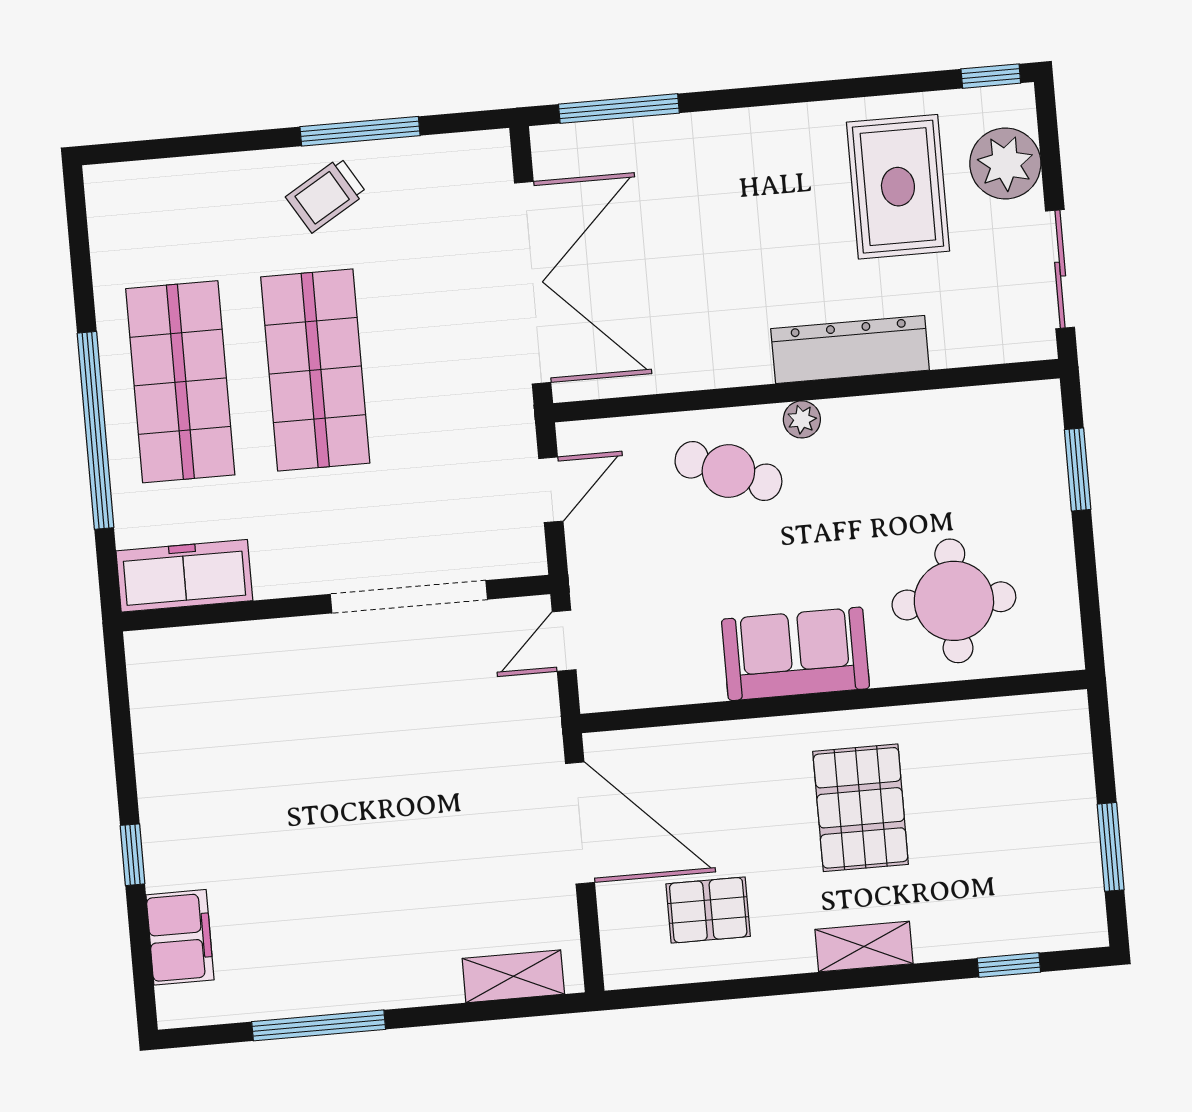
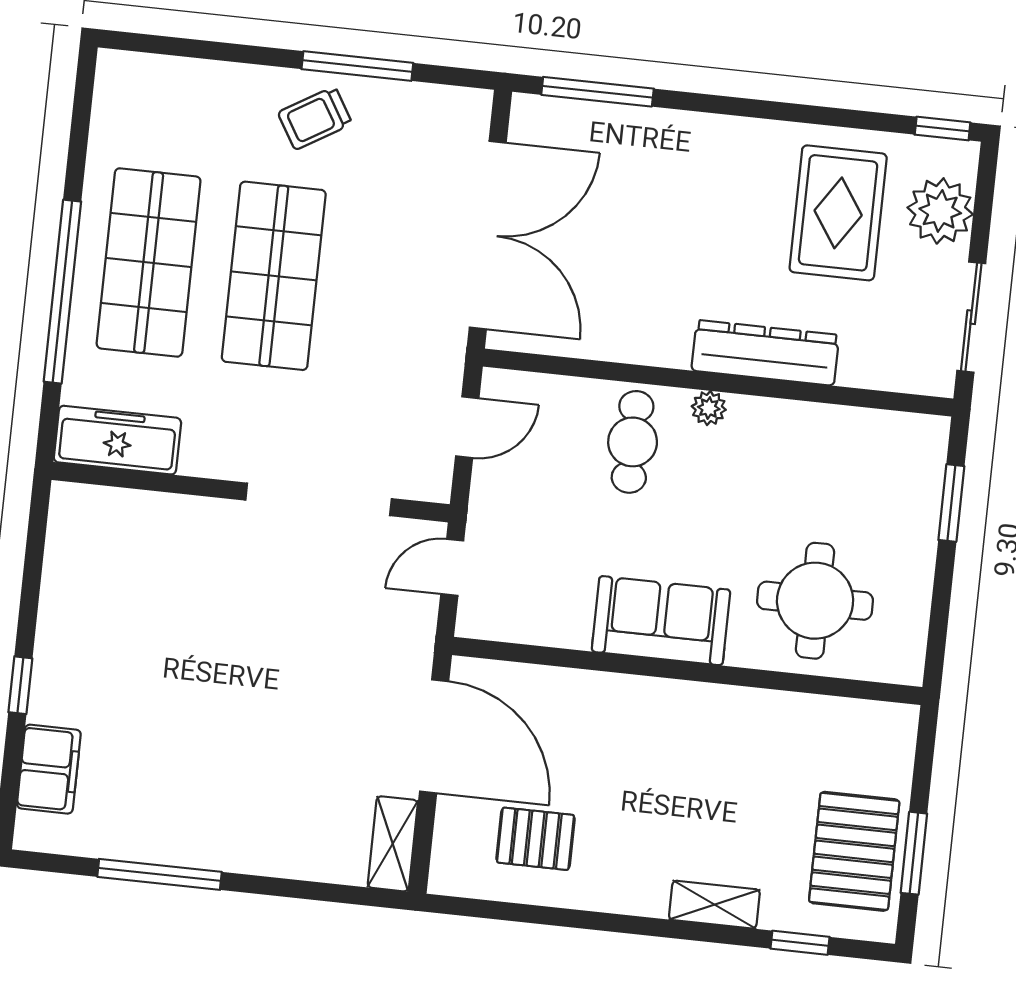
cafe table: (728, 471) -> (633, 442), turned 68
pallet: (861, 808) -> (854, 851), moved
shelving: (864, 947) -> (714, 905), moved
shelving: (513, 976) -> (393, 844), moved, turned 90

